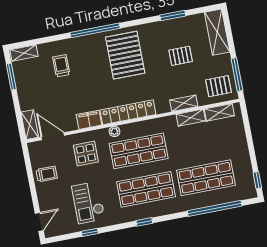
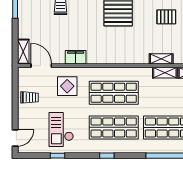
locker: (128, 112) -> (111, 57), removed
plant: (114, 131) -> (96, 72), removed

